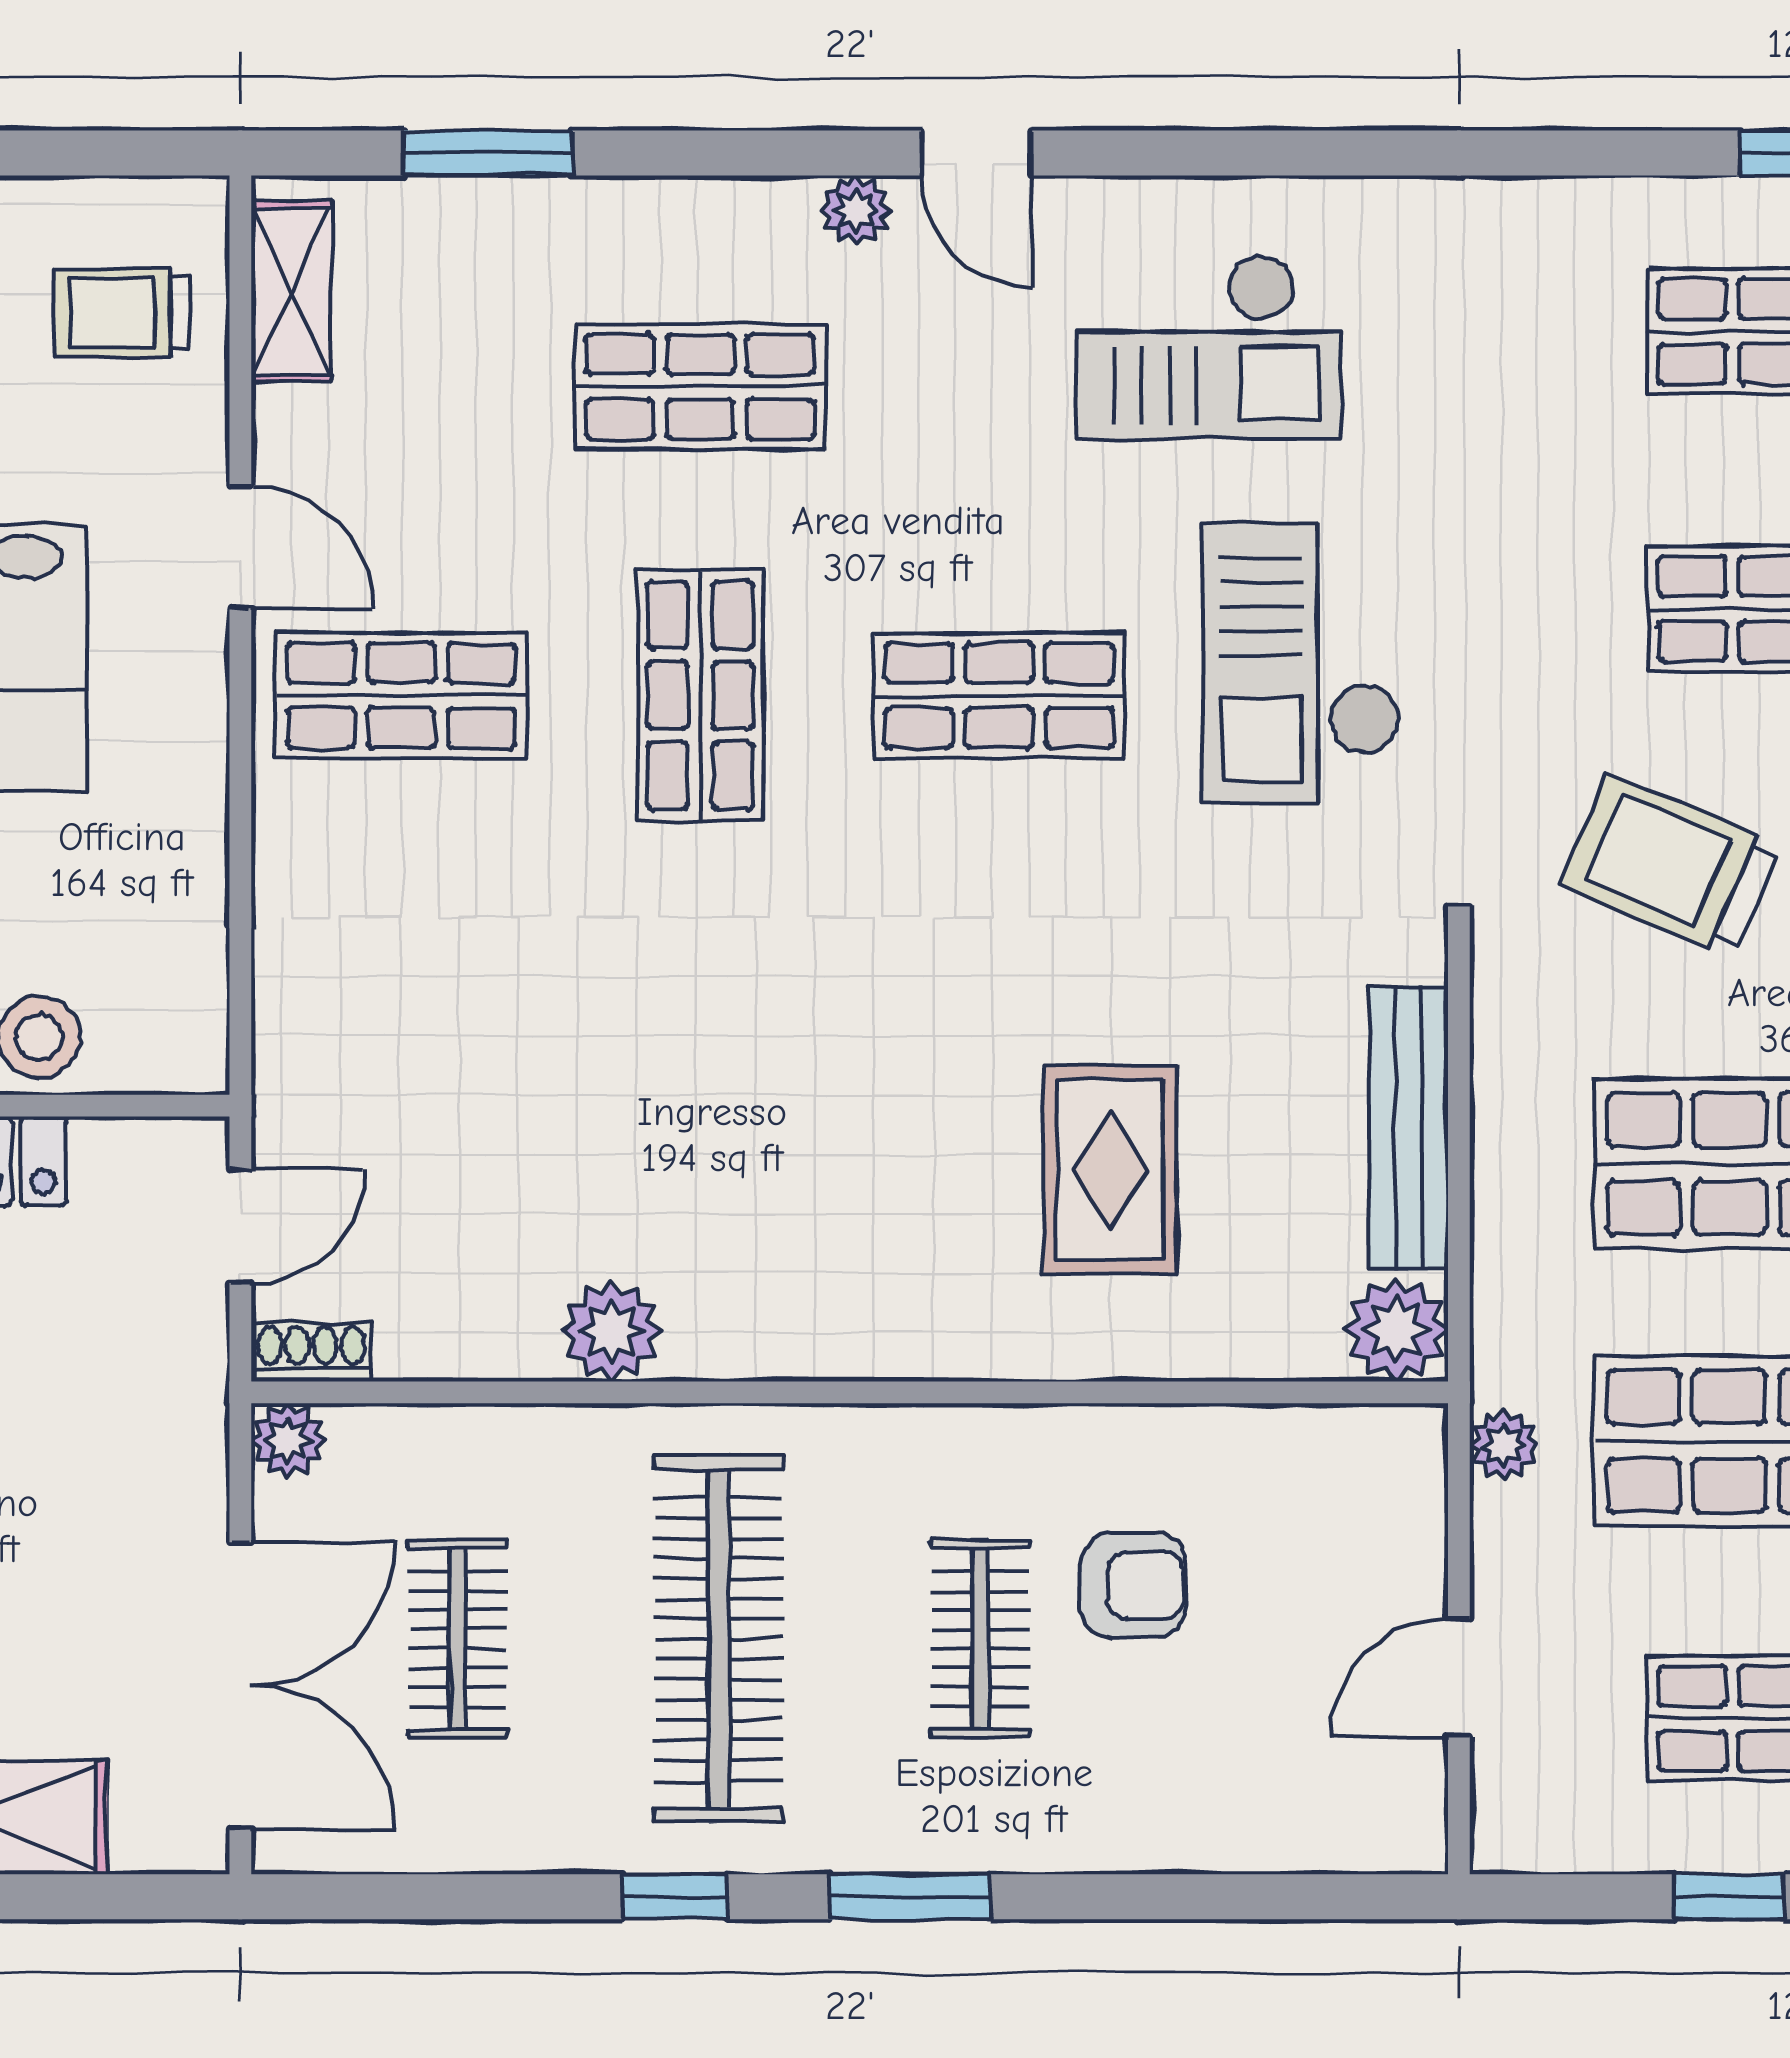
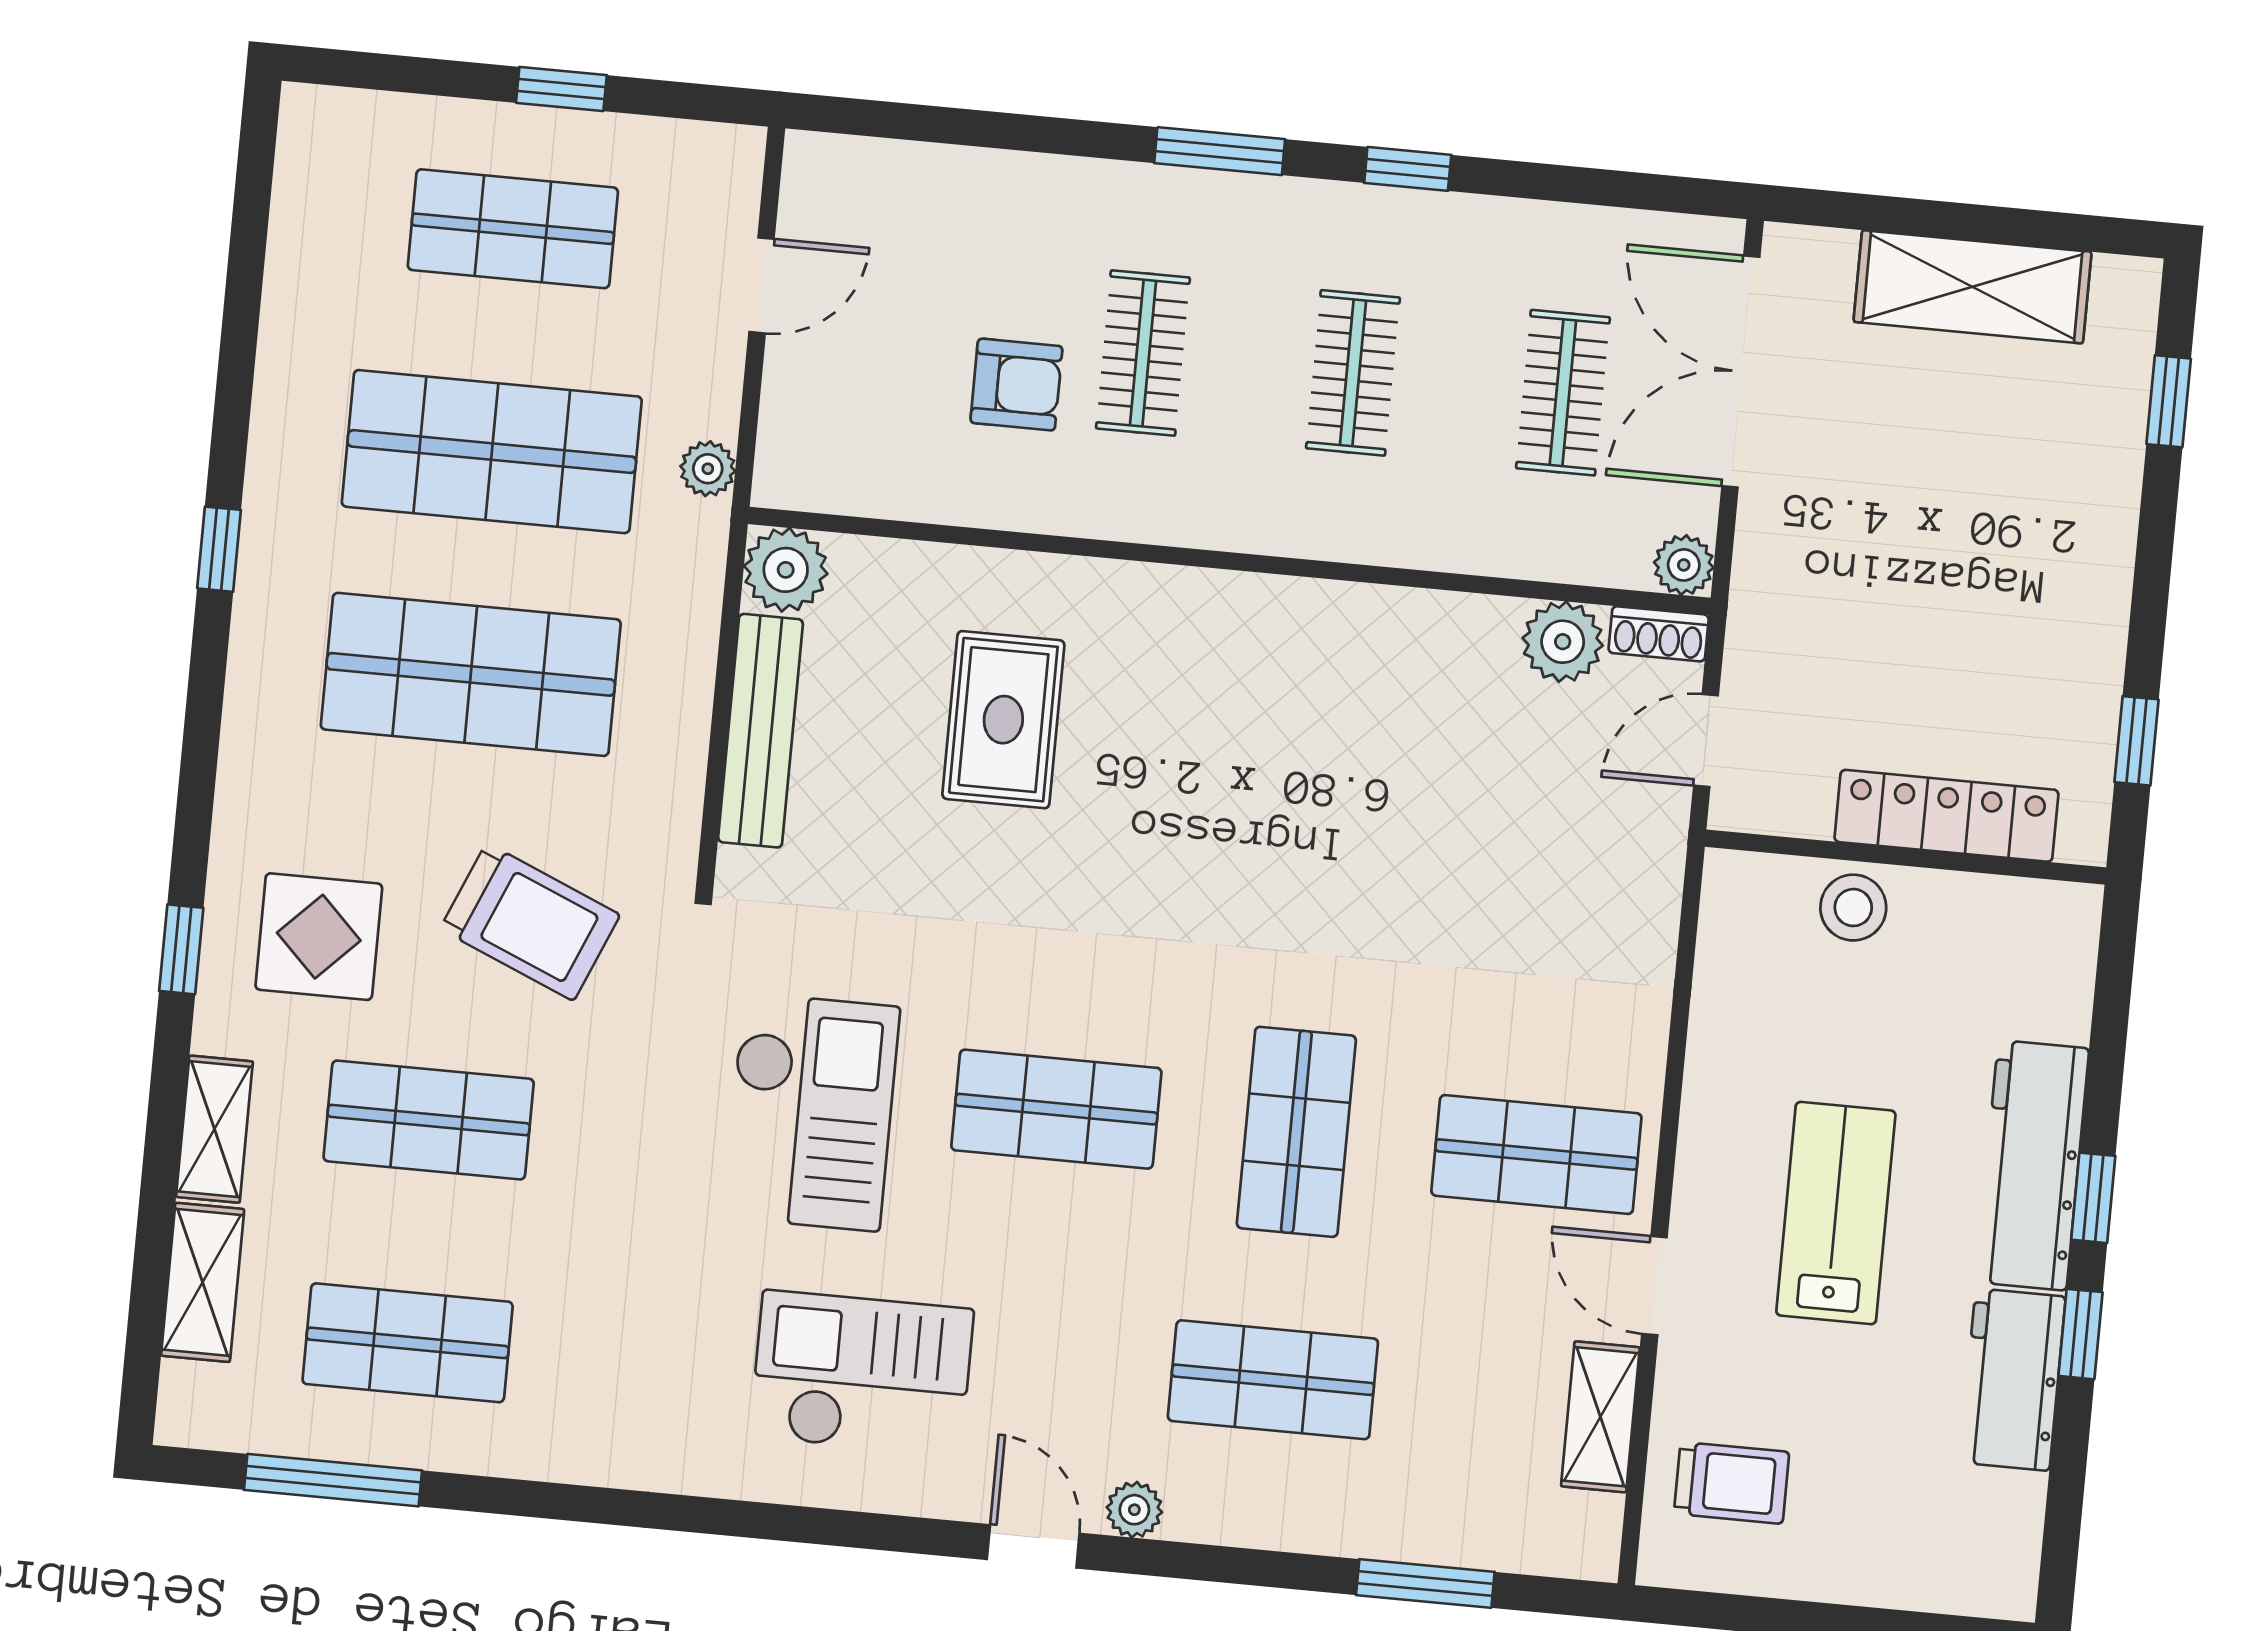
shelving: (292, 291) -> (1600, 1417), moved
plant: (612, 1331) -> (1563, 642), moved
armchair: (1133, 1585) -> (1016, 385), turned 180
clothes rail: (719, 1639) -> (1353, 373), width x0.54, depth x0.76

